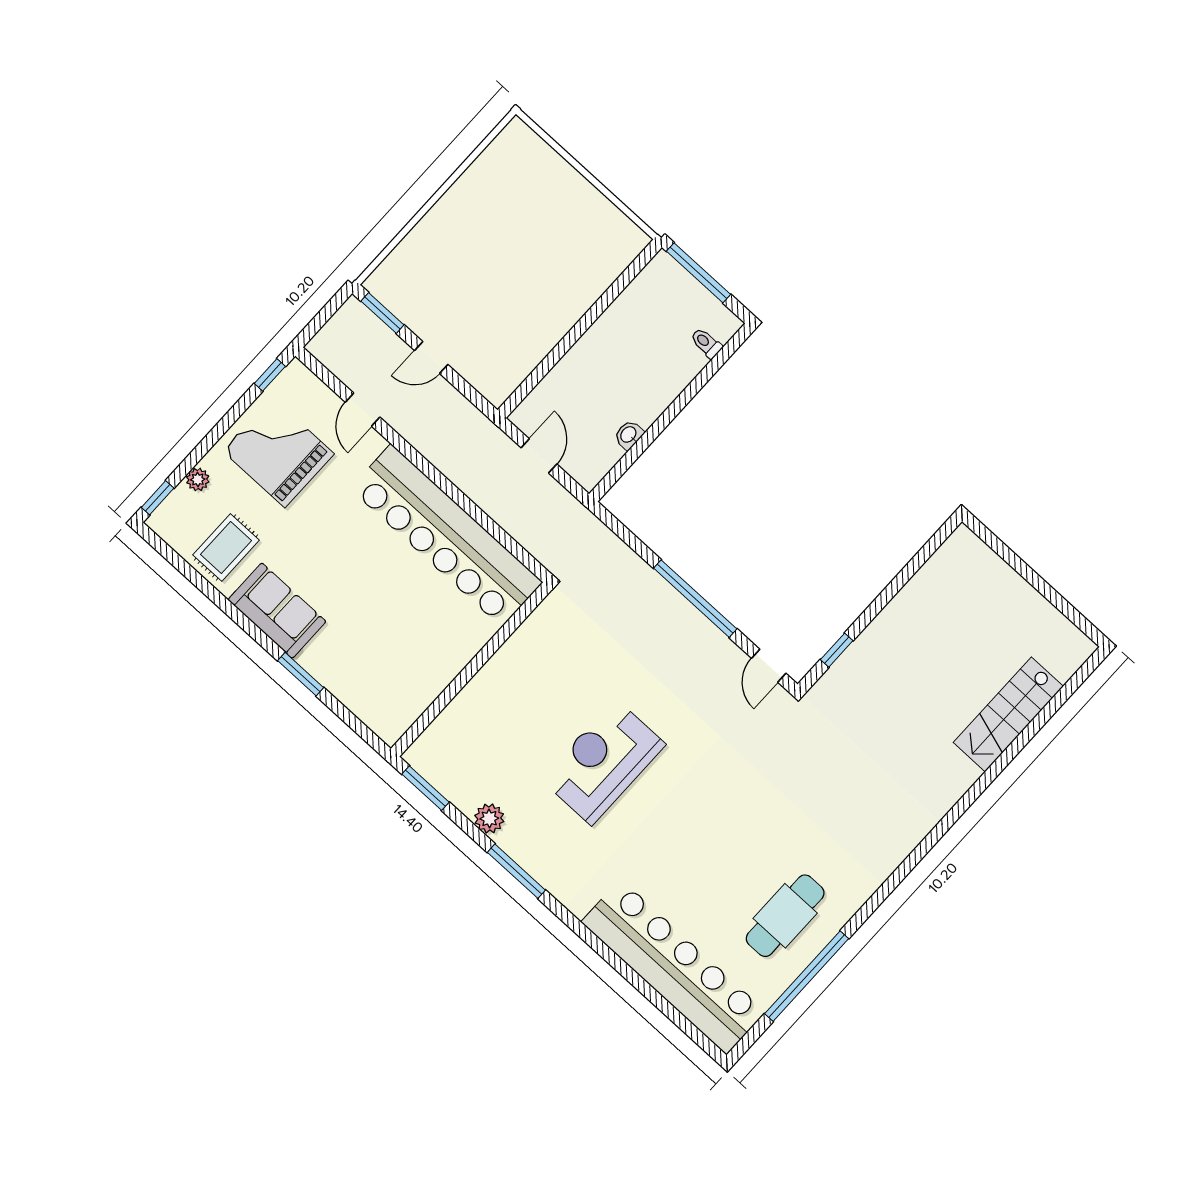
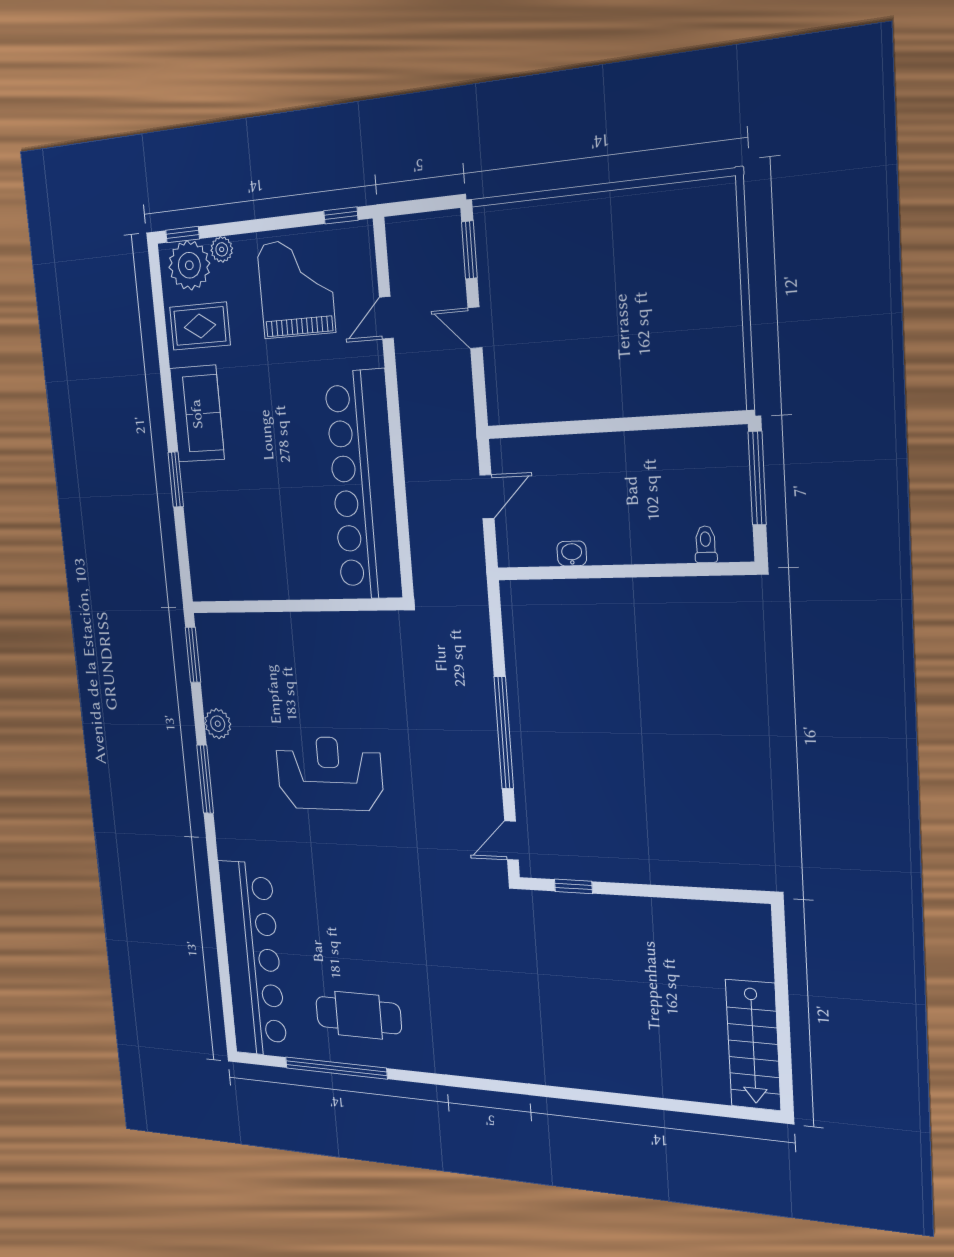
plant: (181, 514) -> (189, 265), added
stairs: (1008, 714) -> (753, 1045), moved, turned -90

